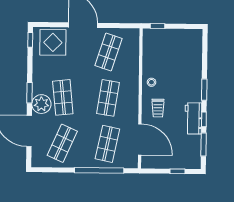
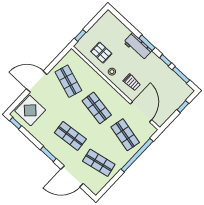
pallet: (159, 58) -> (101, 53), added
plant: (41, 104) -> (62, 153), removed
workbench: (193, 118) -> (138, 46), moved
door: (140, 139) -> (141, 112), hinge flipped
shop shelf: (62, 143) -> (99, 163), turned -36

